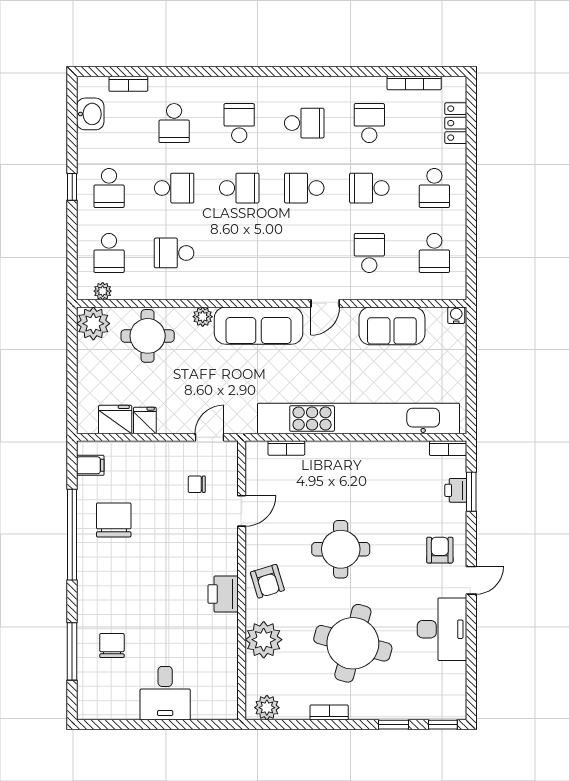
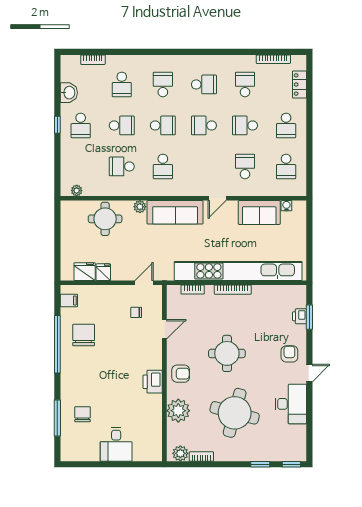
washbasin: (90, 114) -> (69, 93), moved
school desk: (109, 253) -> (163, 166), moved
water cooler: (456, 315) -> (286, 206), moved
plant: (93, 324) -> (71, 211), removed
bookcase: (448, 448) -> (233, 290), moved, width x1.56
armchair: (267, 581) -> (181, 374), turned -73
bookcase: (329, 712) -> (201, 456), moved

